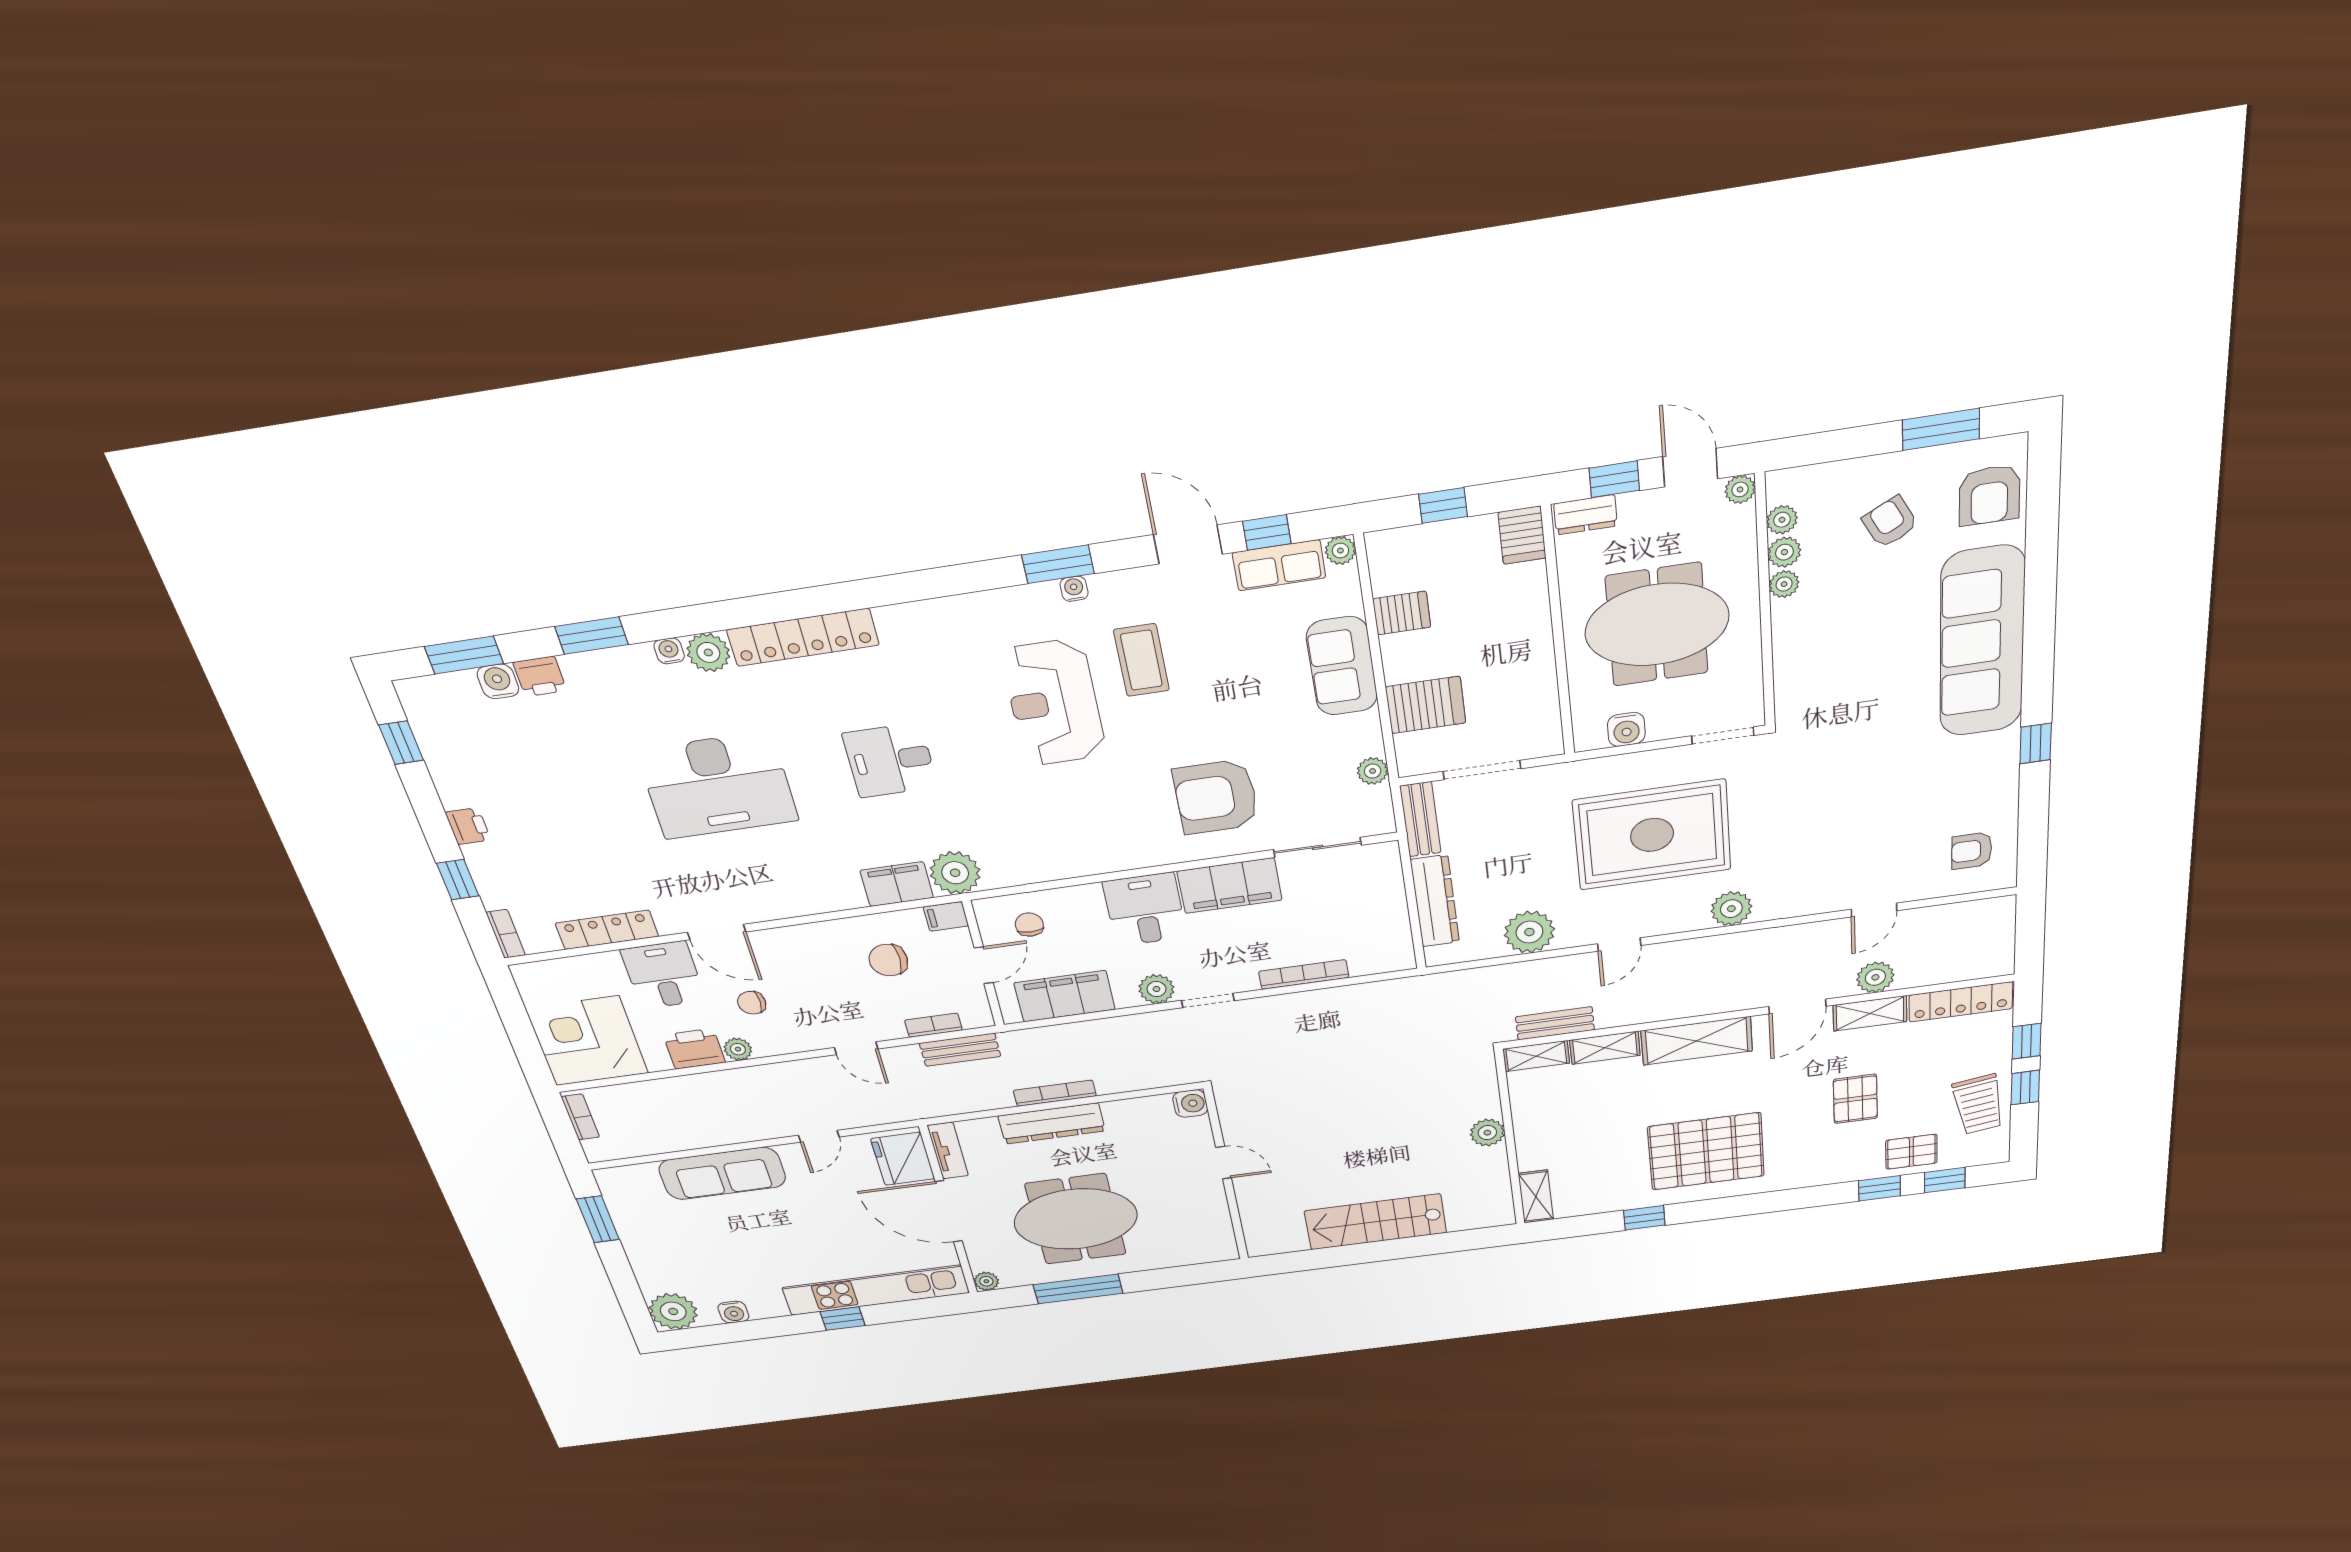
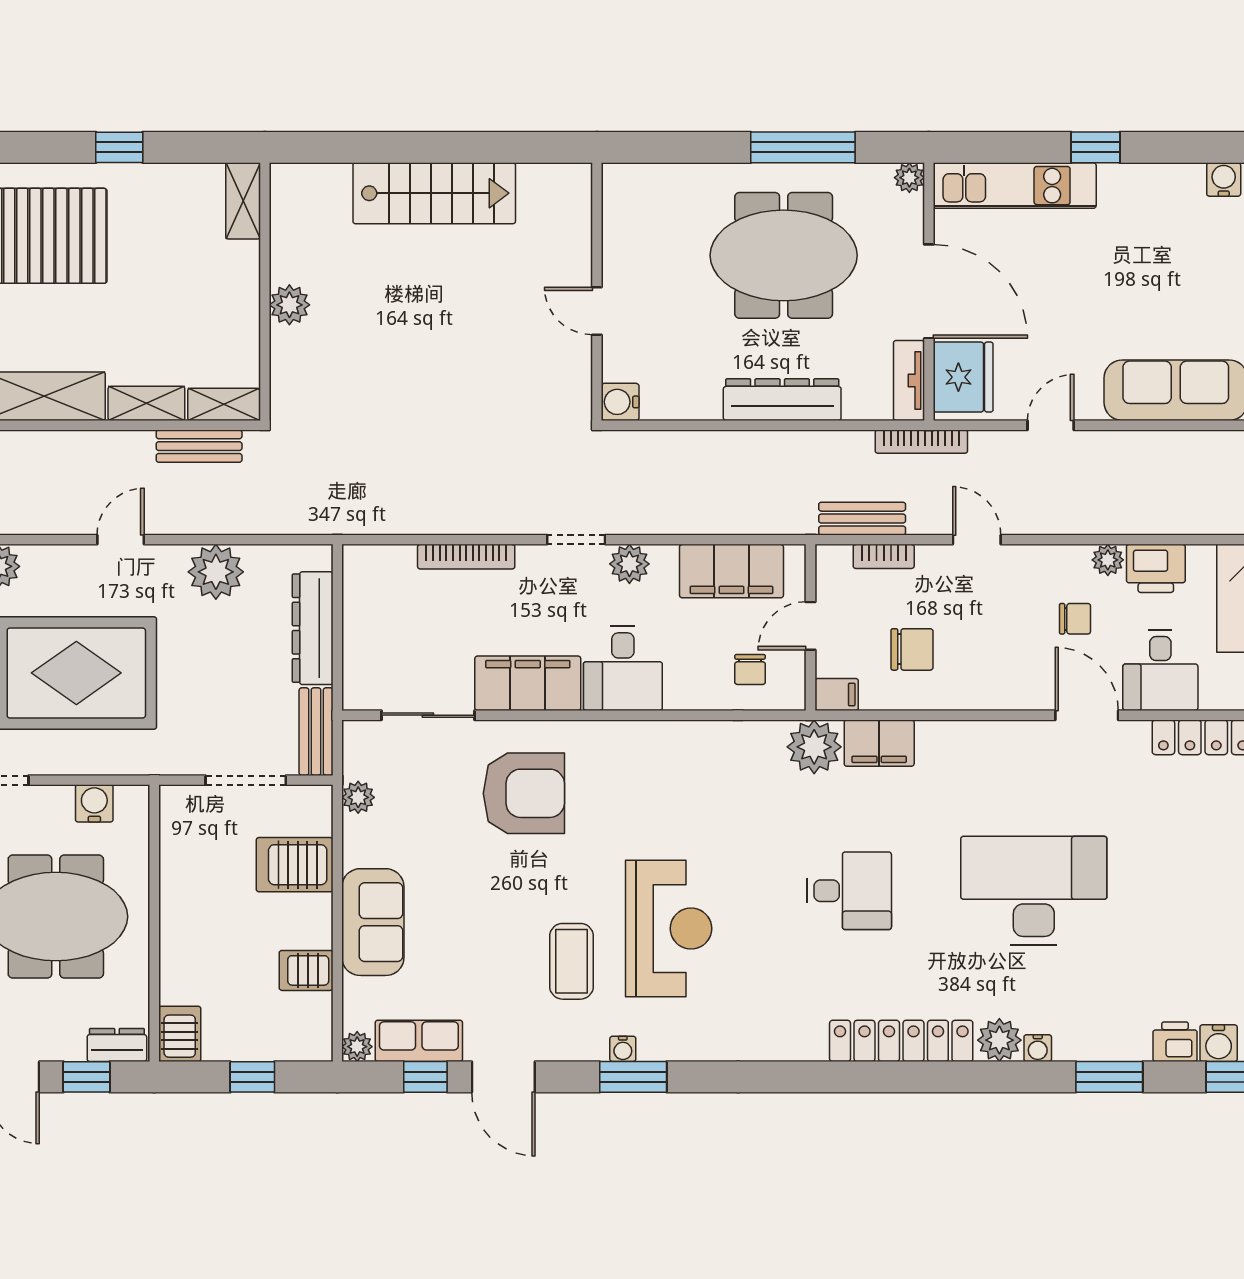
bookcase: (1055, 1093) -> (921, 442), moved
kitchen unit: (876, 1290) -> (1015, 186), width x0.73

